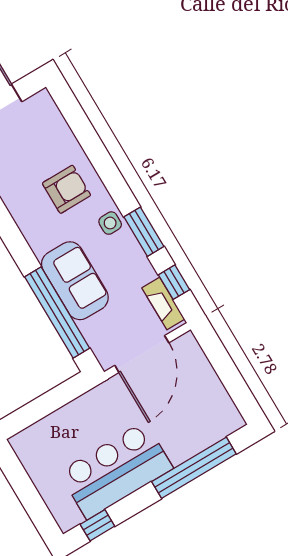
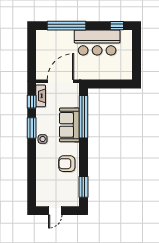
armchair: (66, 189) -> (67, 164), moved

